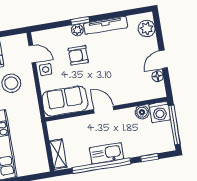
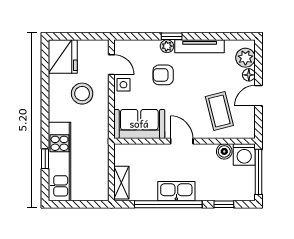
floor lamp: (158, 76) -> (249, 75), moved
coffee table: (132, 78) -> (219, 111), added

